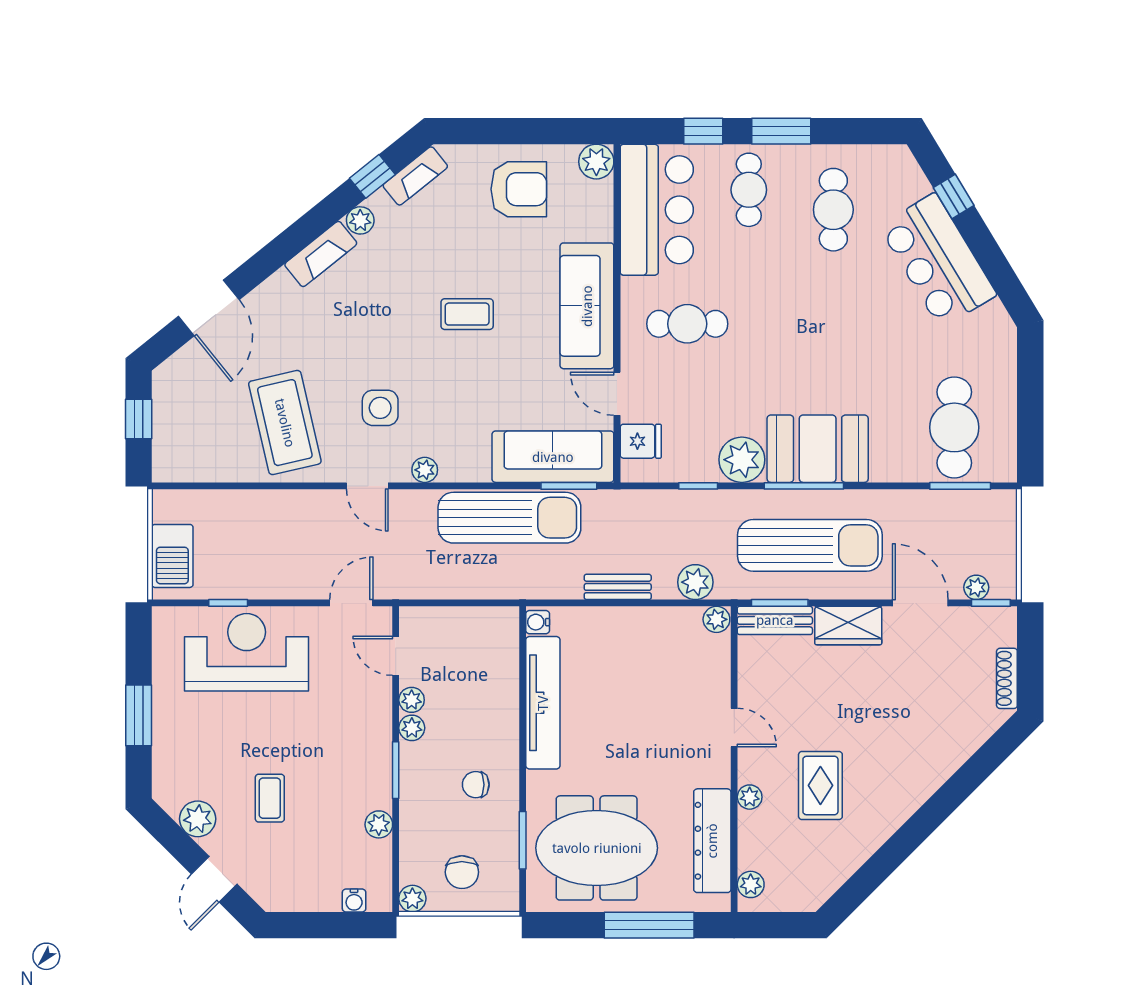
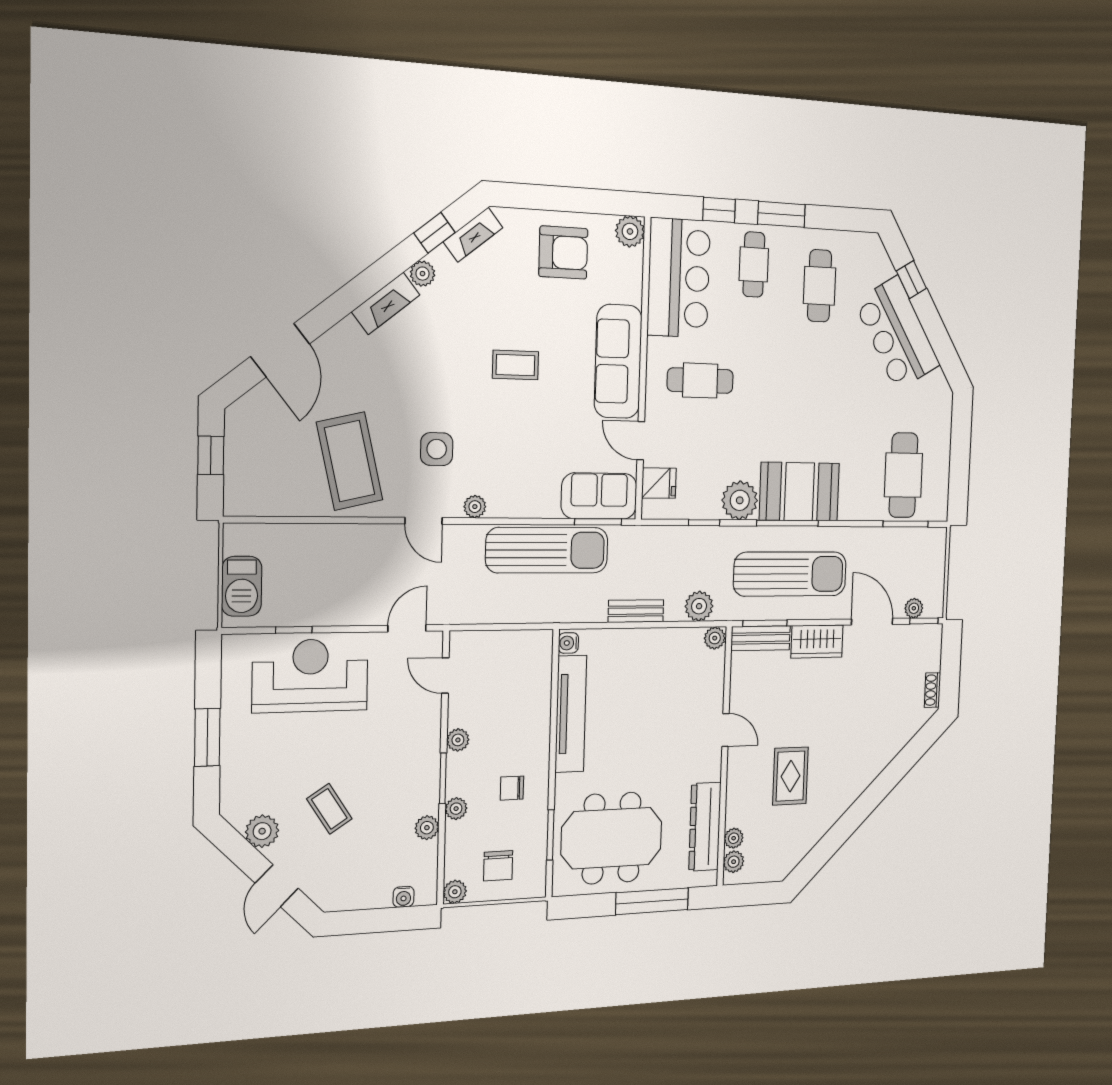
sofa: (553, 457) -> (599, 496), width x0.73
shoe rack: (1007, 678) -> (932, 690), width x0.70
plant: (412, 700) -> (456, 809), moved
plant: (750, 797) -> (734, 838), moved
coffee table: (270, 798) -> (329, 809), turned -33

